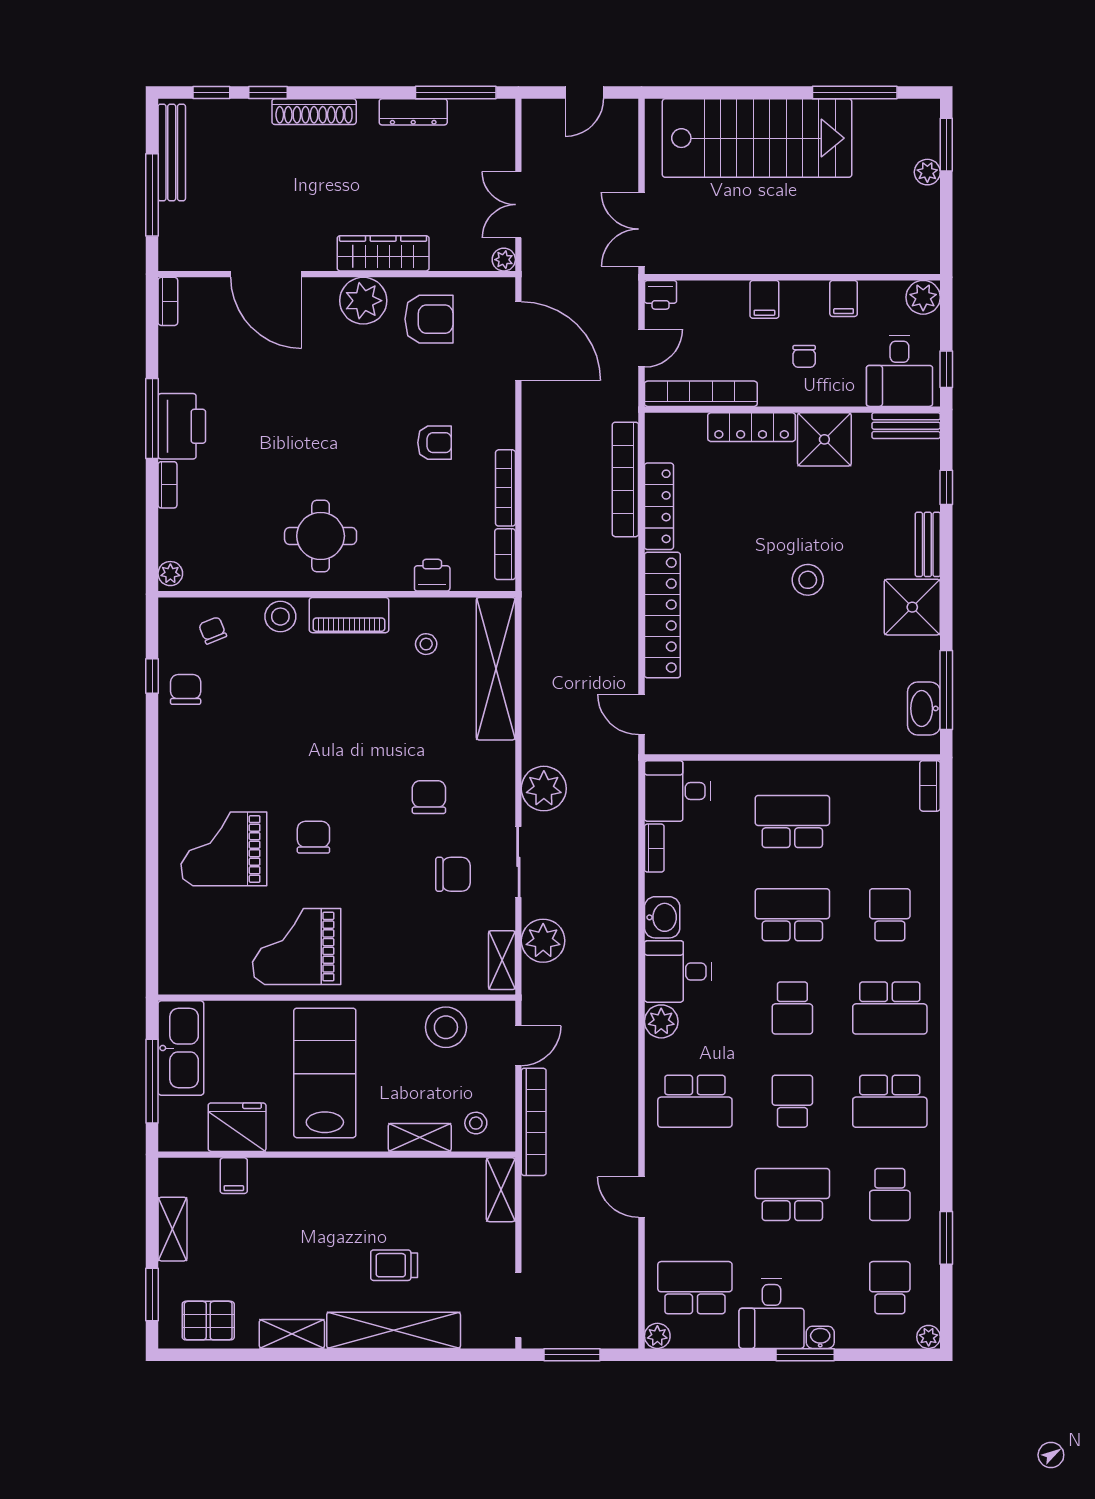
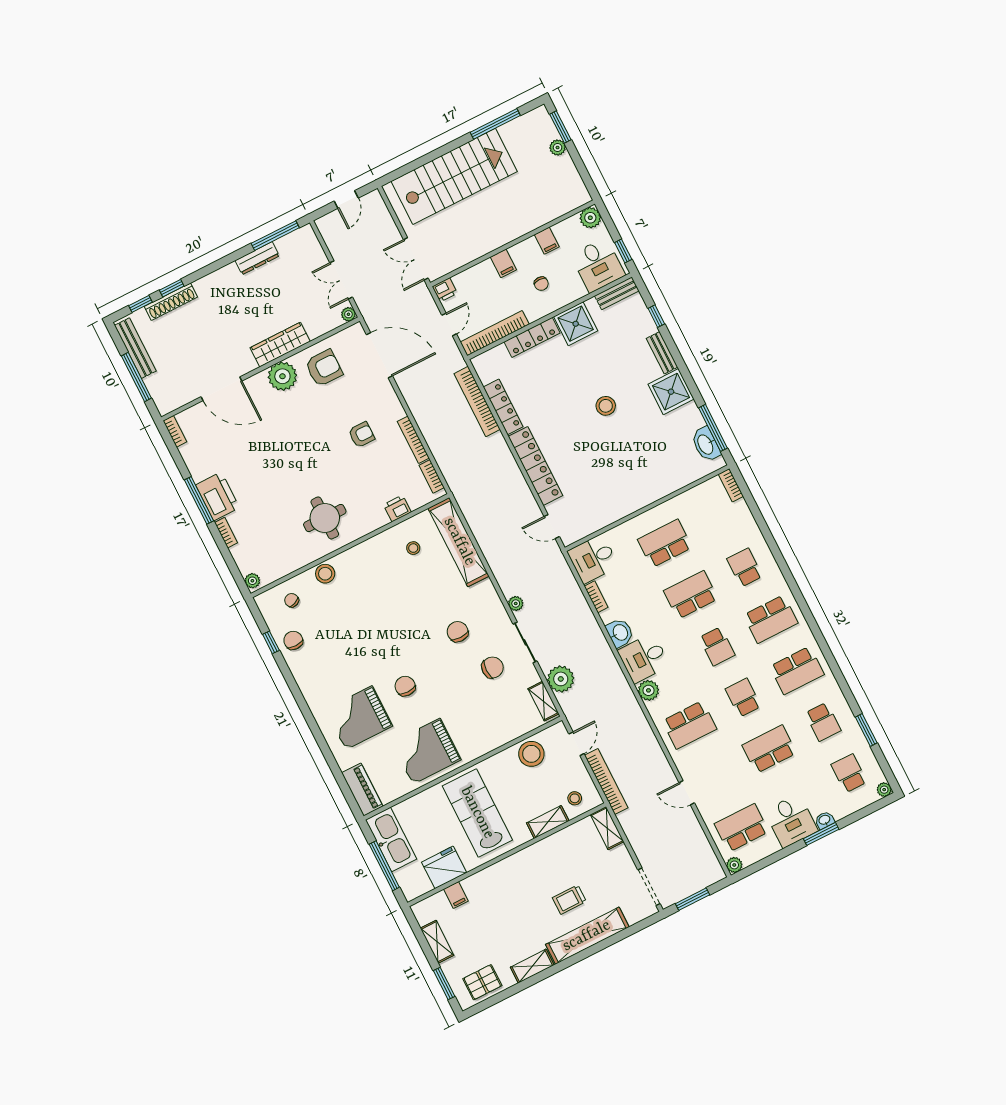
shoe rack: (314, 112) -> (171, 302), moved
piano: (349, 615) -> (362, 790), moved, turned -90
plant: (544, 789) -> (516, 603), width x0.53, depth x0.53

